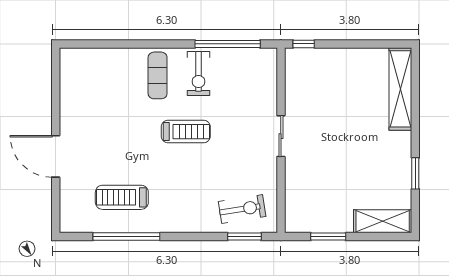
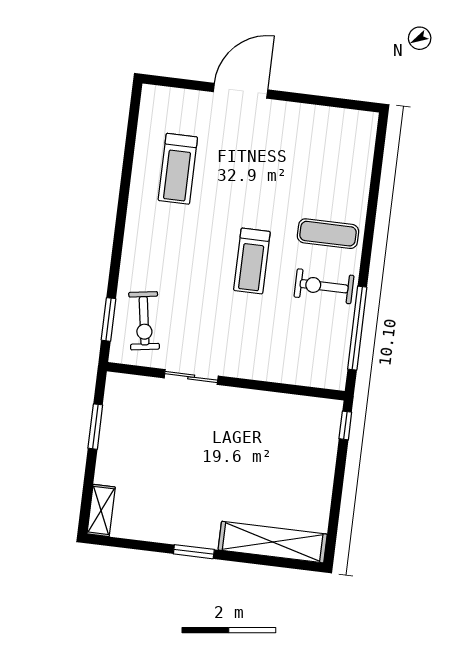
sliding door: (281, 136) -> (191, 377), moved
window: (415, 173) -> (194, 552), moved
treadmill: (122, 197) -> (178, 169), turned 180
shelving: (383, 221) -> (101, 510), width x0.67, depth x0.75
window: (126, 237) -> (127, 169), removed

